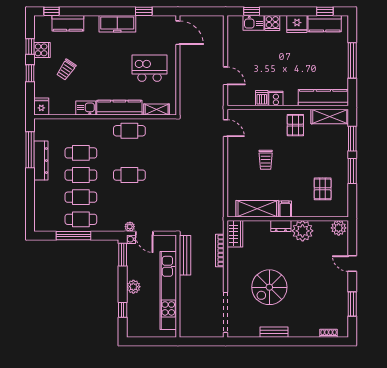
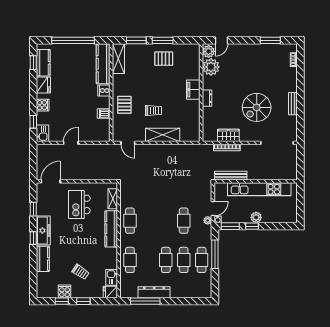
window: (52, 11) -> (33, 238), moved
kitchen counter: (68, 23) -> (43, 259), moved
kitchen sink: (253, 23) -> (43, 133), moved
window: (352, 60) -> (73, 40), width x1.46
door: (226, 76) -> (71, 143), moved
cooker: (276, 99) -> (104, 90), moved
kitchen sink: (86, 108) -> (112, 277), moved
pallet: (295, 125) -> (124, 105), moved, turned 90
door: (226, 128) -> (128, 143), swing flipped
cafe table: (81, 153) -> (130, 260), moved
cafe table: (129, 175) -> (184, 221), moved
pallet: (323, 189) -> (164, 59), moved
shelving: (257, 209) -> (163, 135), moved, turned 90
filing cabinet: (285, 209) -> (193, 90), width x2.00
plant: (303, 231) -> (211, 67), moved
wardrobe: (235, 234) -> (228, 135), moved
window: (74, 236) -> (215, 254), moved
door: (352, 264) -> (221, 40), moved
spiral stairs: (269, 287) -> (257, 107), turned 90
window: (123, 310) -> (252, 226), moved

